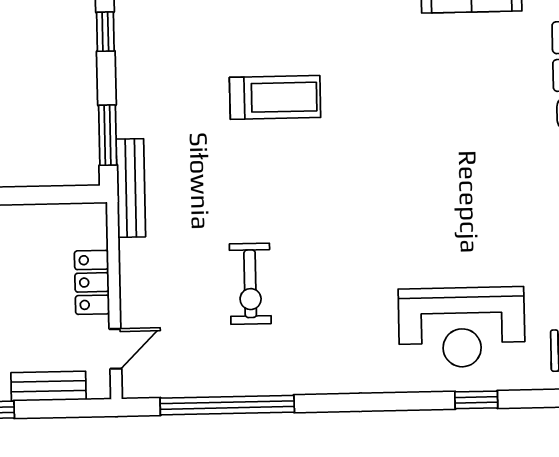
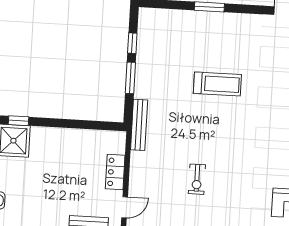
window: (108, 135) -> (130, 78), moved
exercise bike: (250, 284) -> (197, 179), width x0.73, depth x0.72

